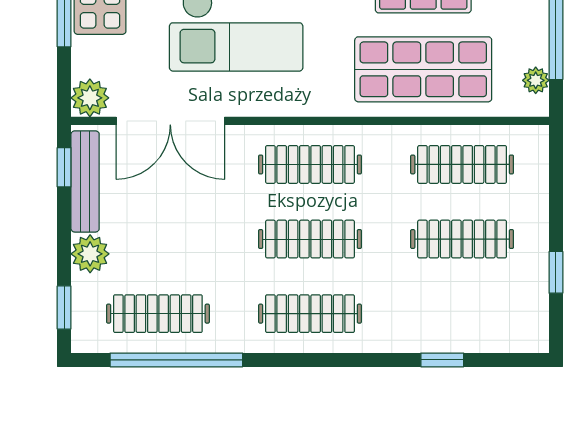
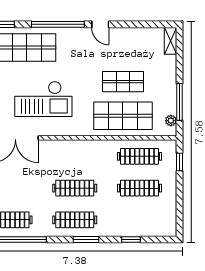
clothes rail: (310, 164) -> (75, 156), removed
window: (556, 272) -> (179, 162), moved
window: (336, 360) -> (86, 239), added

